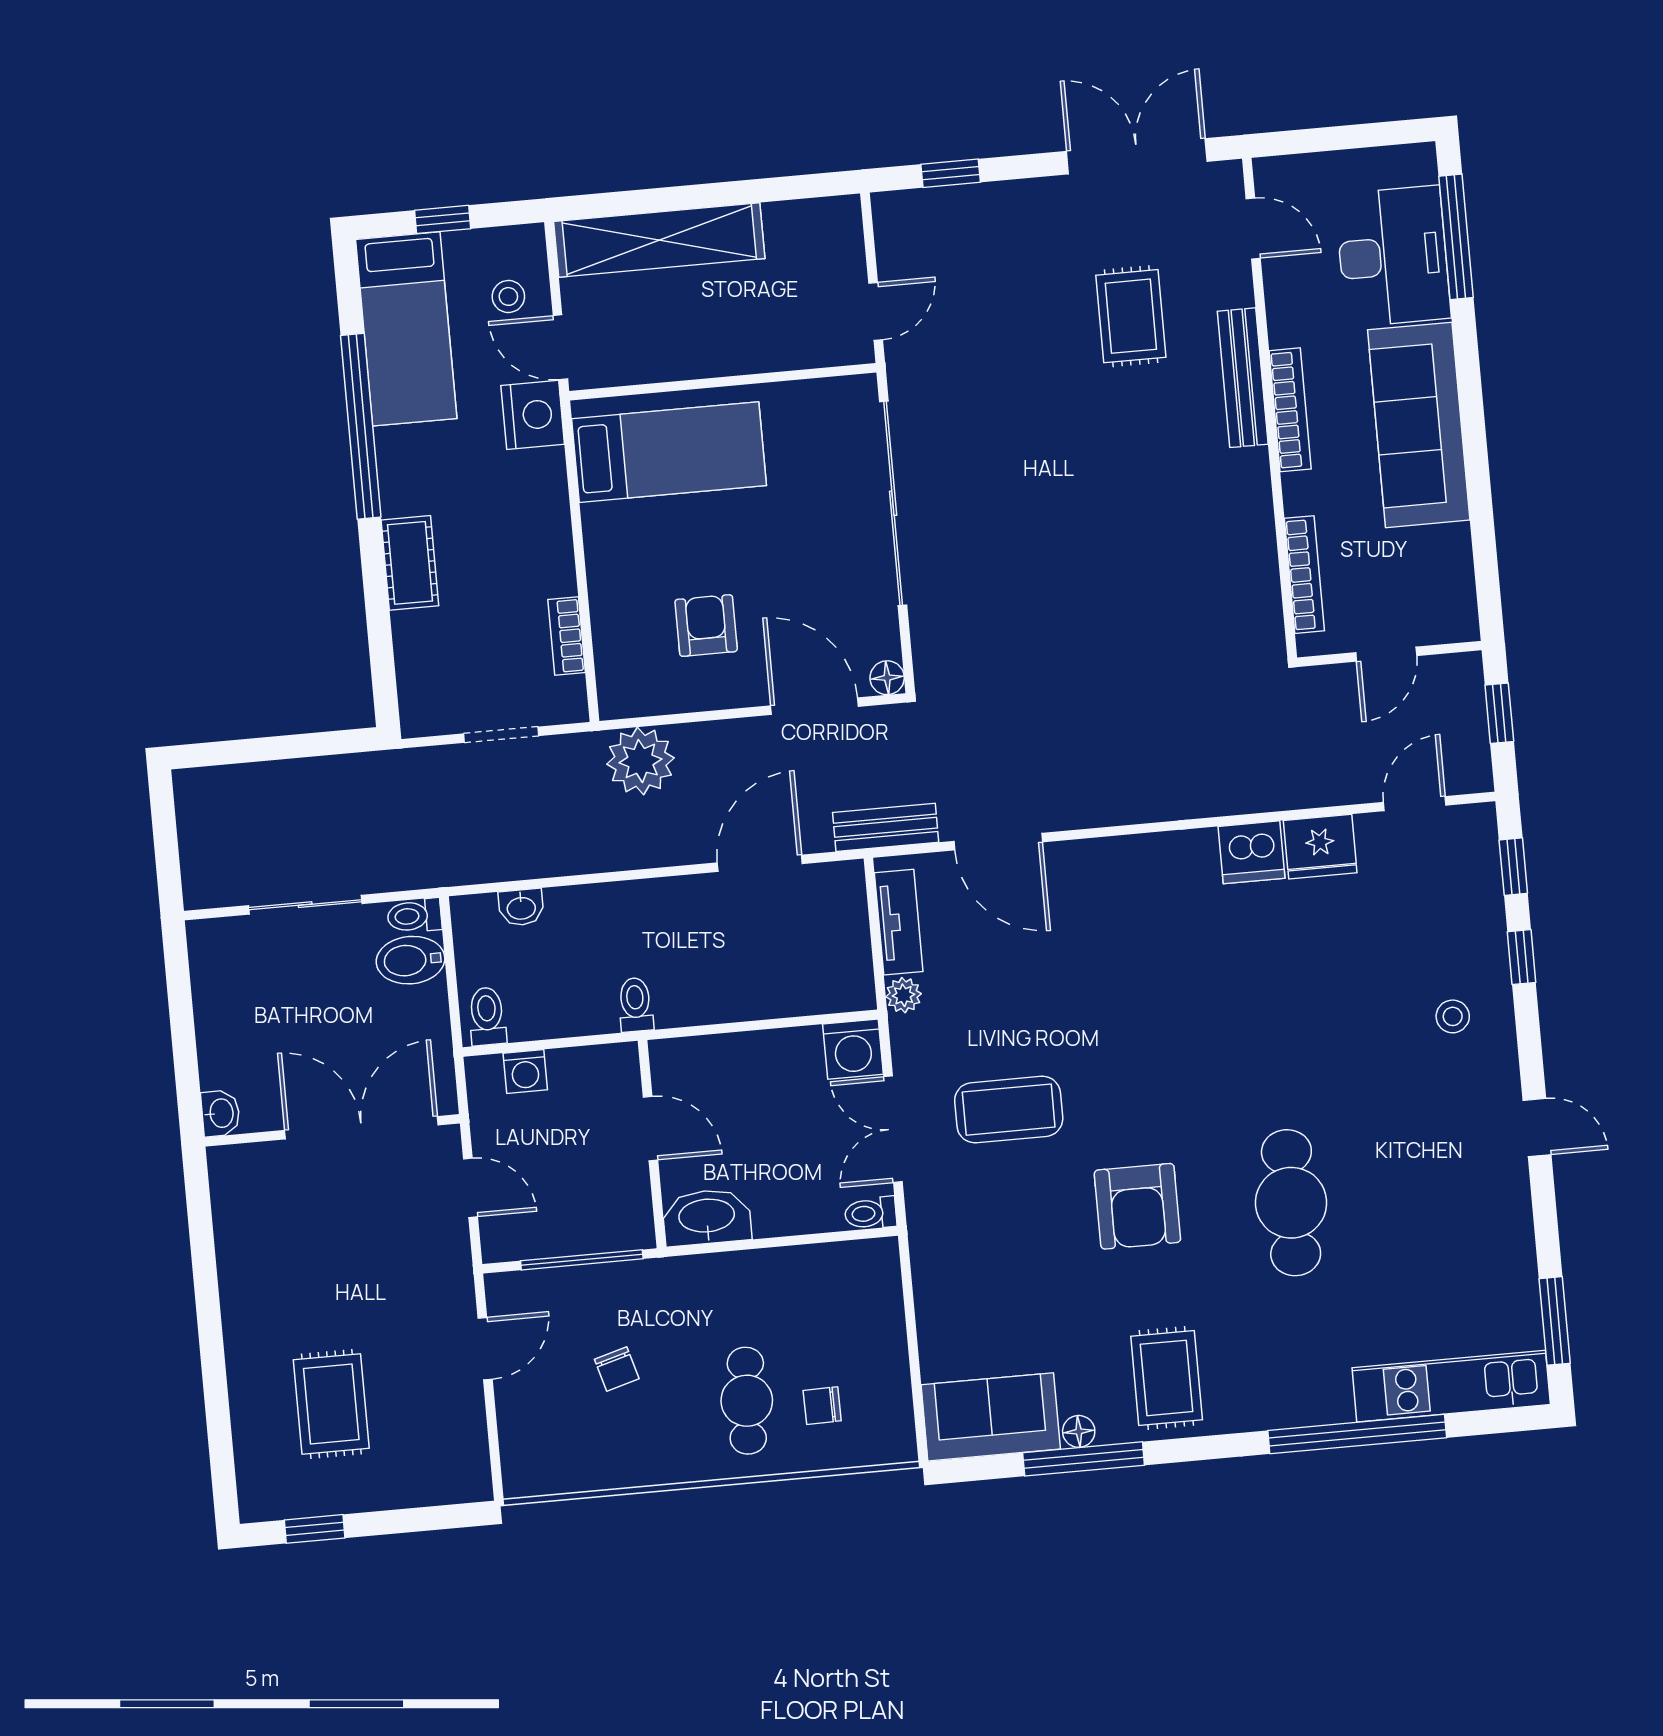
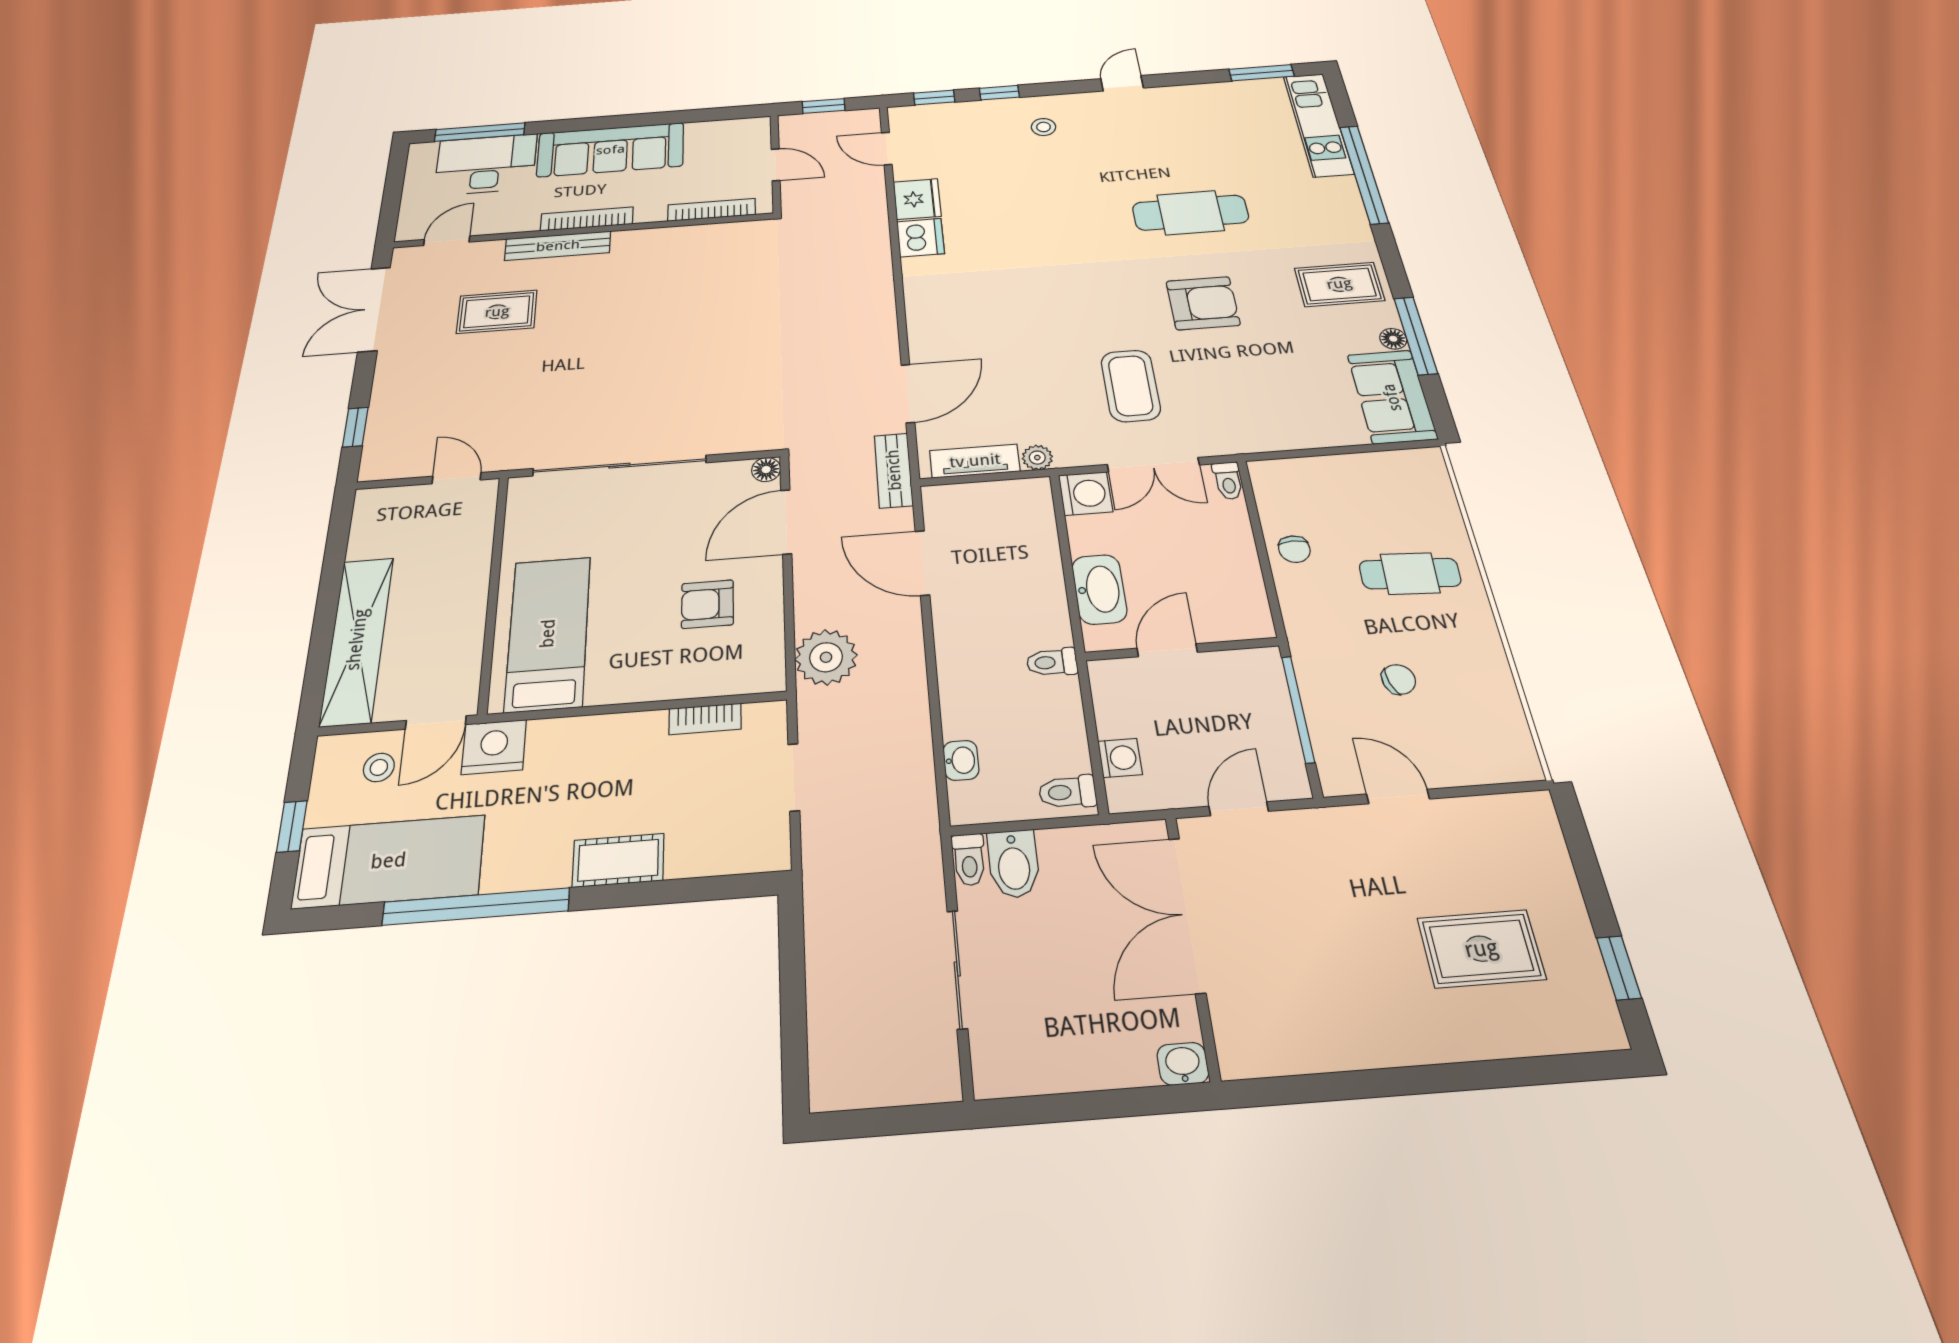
washbasin: (707, 1217) -> (1099, 589), moved, turned 180
chair: (822, 1406) -> (1294, 549), moved

